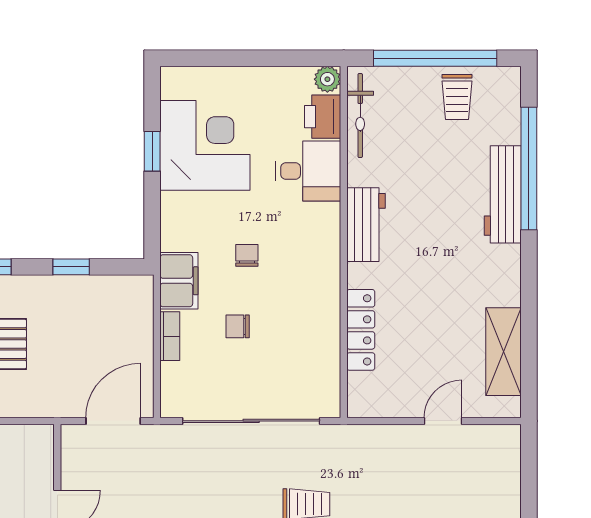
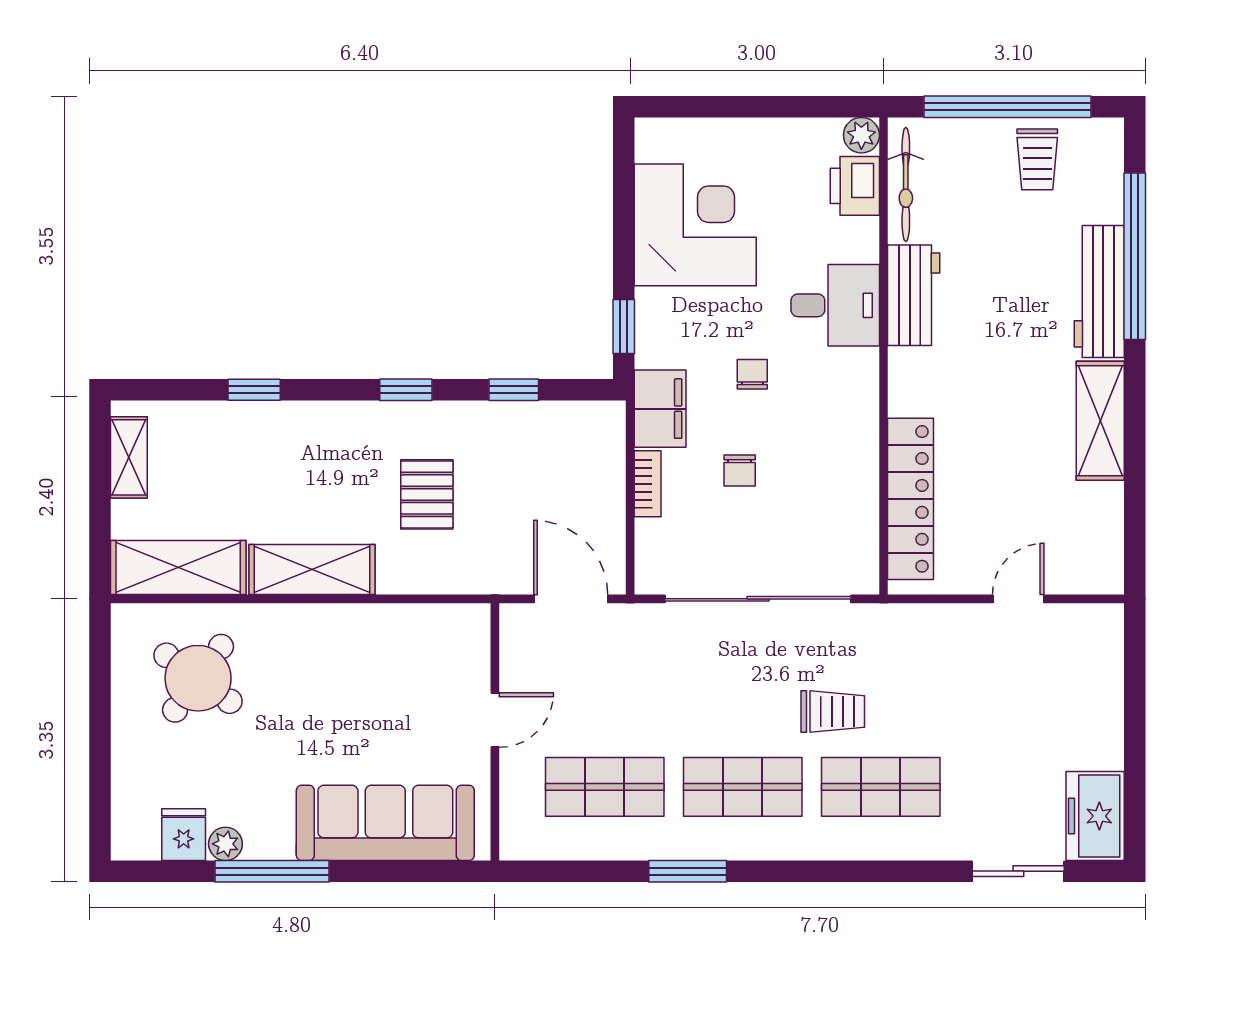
window: (152, 151) -> (624, 326), moved
desk: (308, 171) -> (835, 305), moved
workbench: (366, 225) -> (914, 295), moved
chair: (238, 326) -> (740, 471), turned -90
locker: (361, 330) -> (911, 499), width x1.41, depth x1.21
shelving: (504, 352) -> (1100, 421), moved
door: (113, 421) -> (571, 599), hinge flipped

